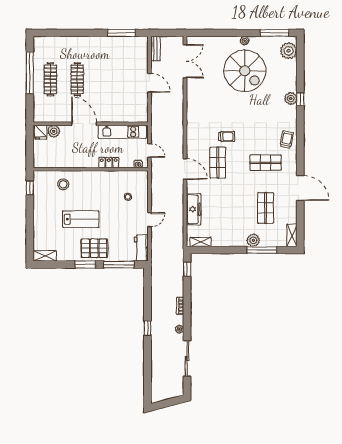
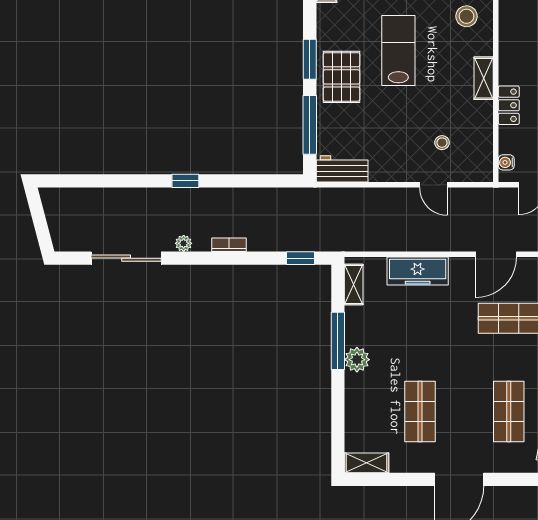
shelving: (95, 175) -> (484, 78), added
shop shelf: (266, 208) -> (420, 412), turned 90
lab bench: (81, 219) -> (398, 50), turned 180
door: (150, 220) -> (433, 185), moved
plant: (253, 240) -> (357, 360), moved
window: (262, 250) -> (338, 341), moved

